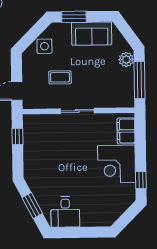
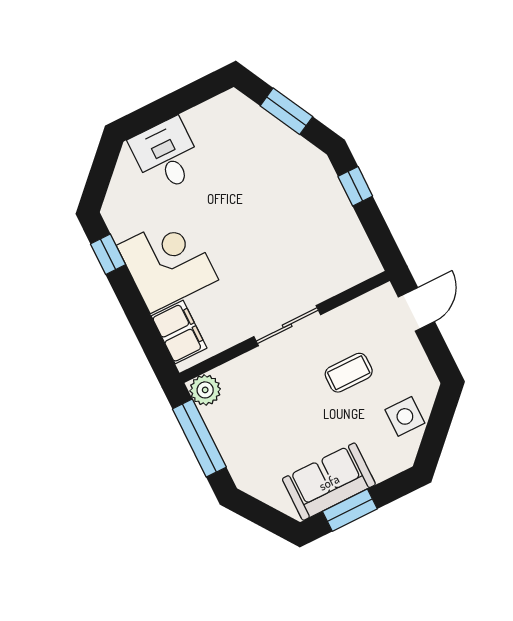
window: (74, 17) -> (350, 510), moved
plant: (126, 60) -> (205, 390), moved
window: (17, 136) -> (355, 186), moved
desk: (65, 212) -> (166, 155), moved

